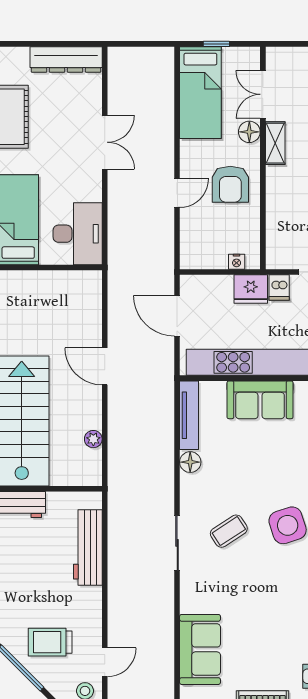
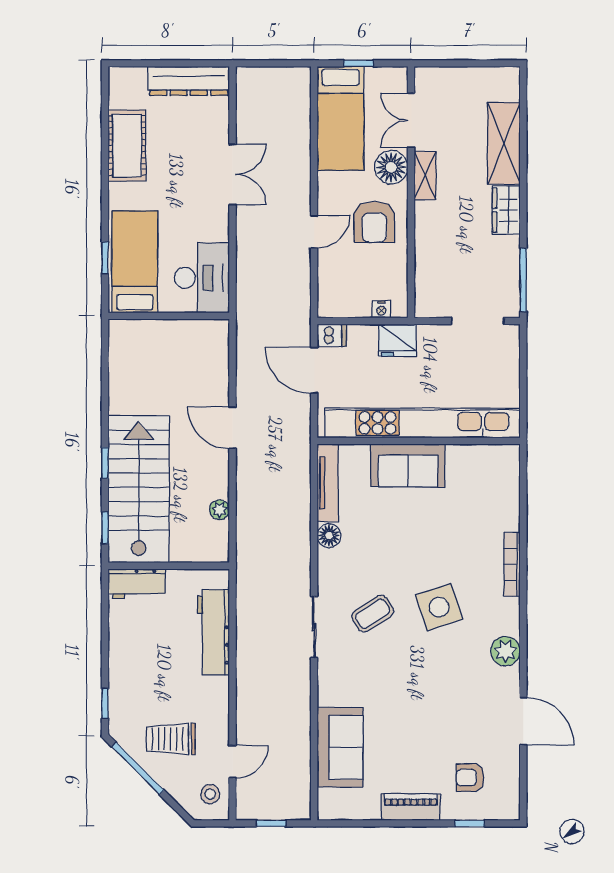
floor lamp: (249, 132) -> (391, 167), width x1.38, depth x1.38
dishwasher: (279, 288) -> (332, 335), moved, turned -90

